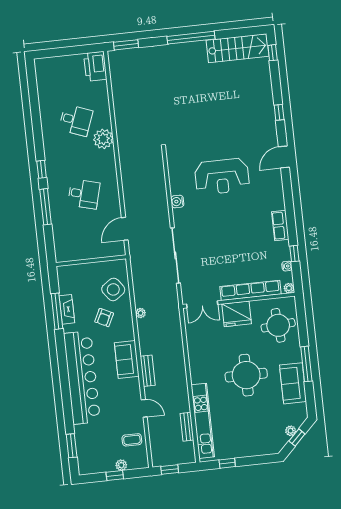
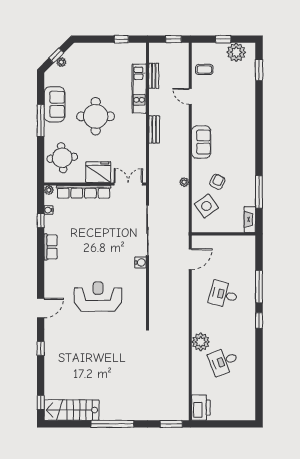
desk: (76, 120) -> (224, 361), turned -42
water cooler: (177, 201) -> (140, 262), moved
fireplace: (67, 309) -> (250, 219), moved
bench: (148, 371) -> (154, 129), moved
bar counter: (82, 378) -> (243, 130), removed
kitchen unit: (203, 421) -> (139, 89), width x0.73
plant: (121, 465) -> (236, 52), moved, width x1.88, depth x1.88

